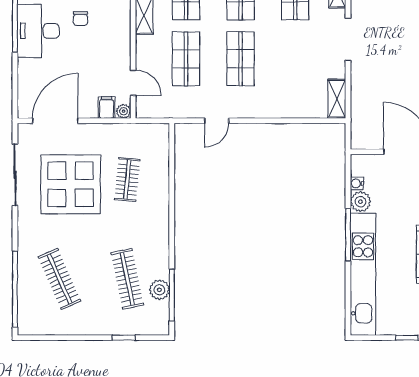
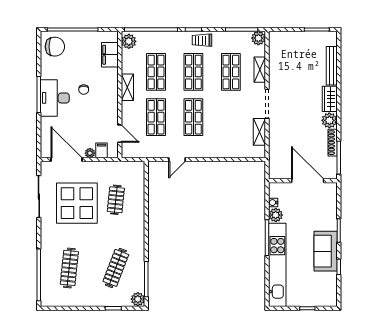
shelving: (337, 99) -> (259, 132), moved
plant: (124, 111) -> (90, 153), moved
door: (55, 121) -> (66, 160), hinge flipped
clothes rail: (59, 279) -> (69, 268), turned 30
clothes rail: (127, 279) -> (116, 268), turned 33
plant: (159, 290) -> (138, 299), moved

